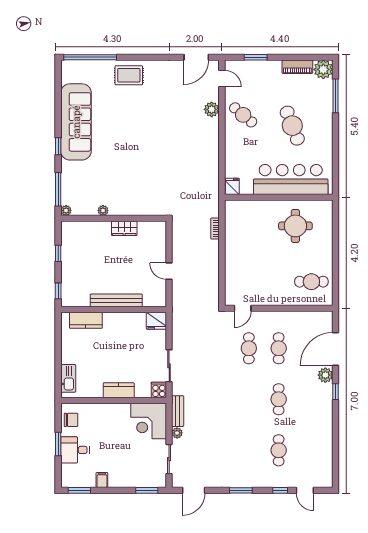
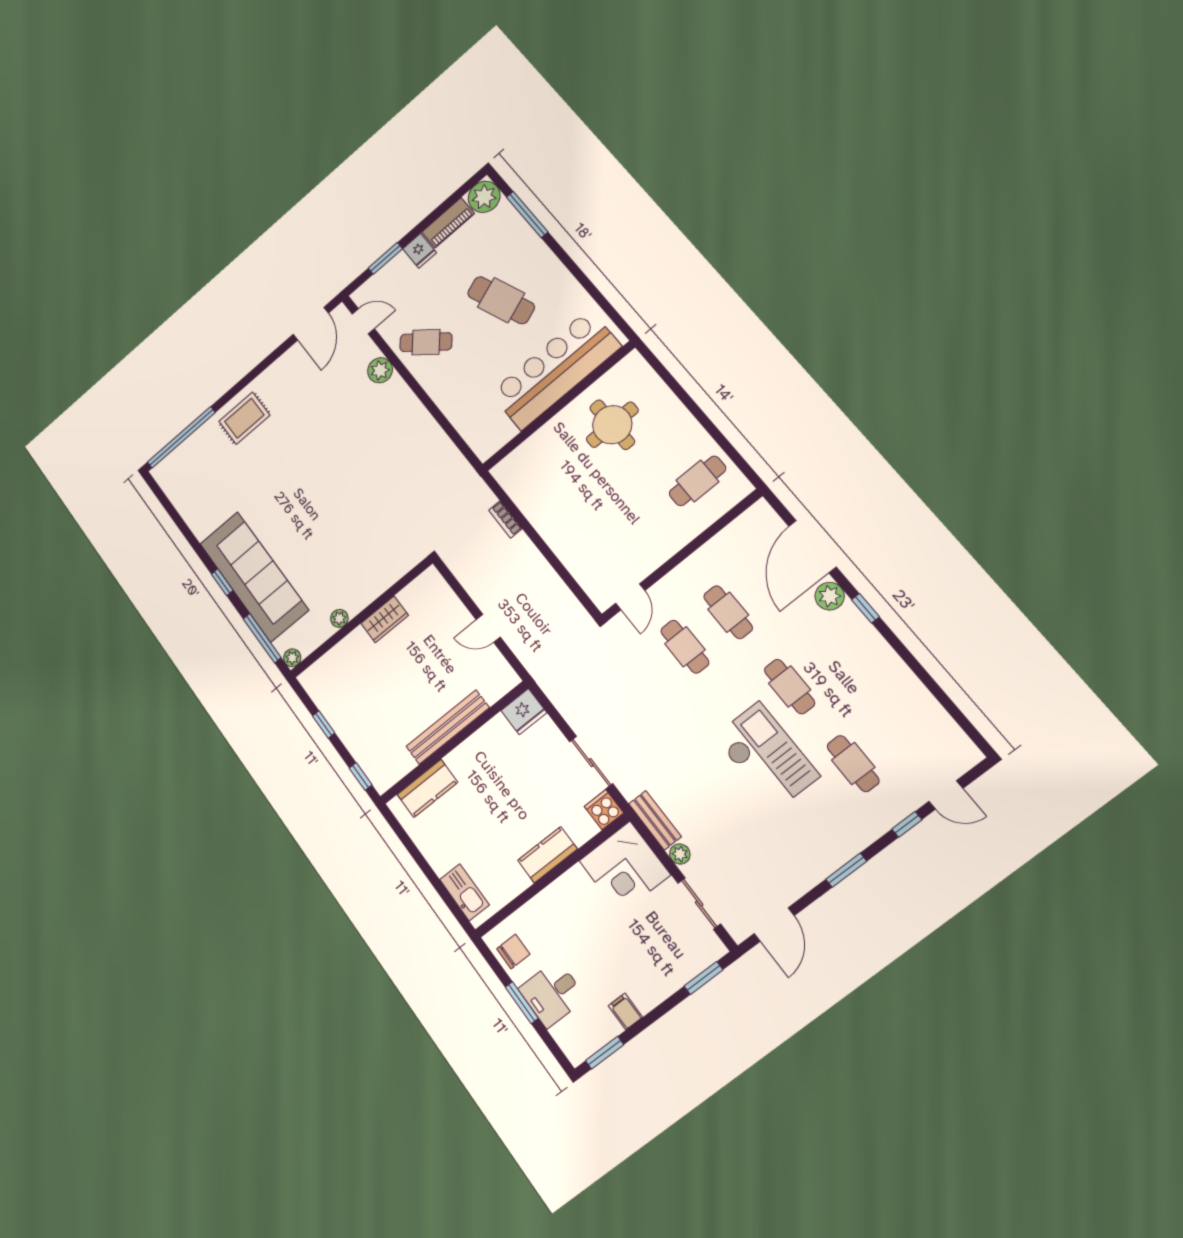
sofa: (76, 122) -> (254, 577), moved
fridge: (232, 186) -> (420, 251), moved, turned 180
checkout: (246, 420) -> (766, 756), added

